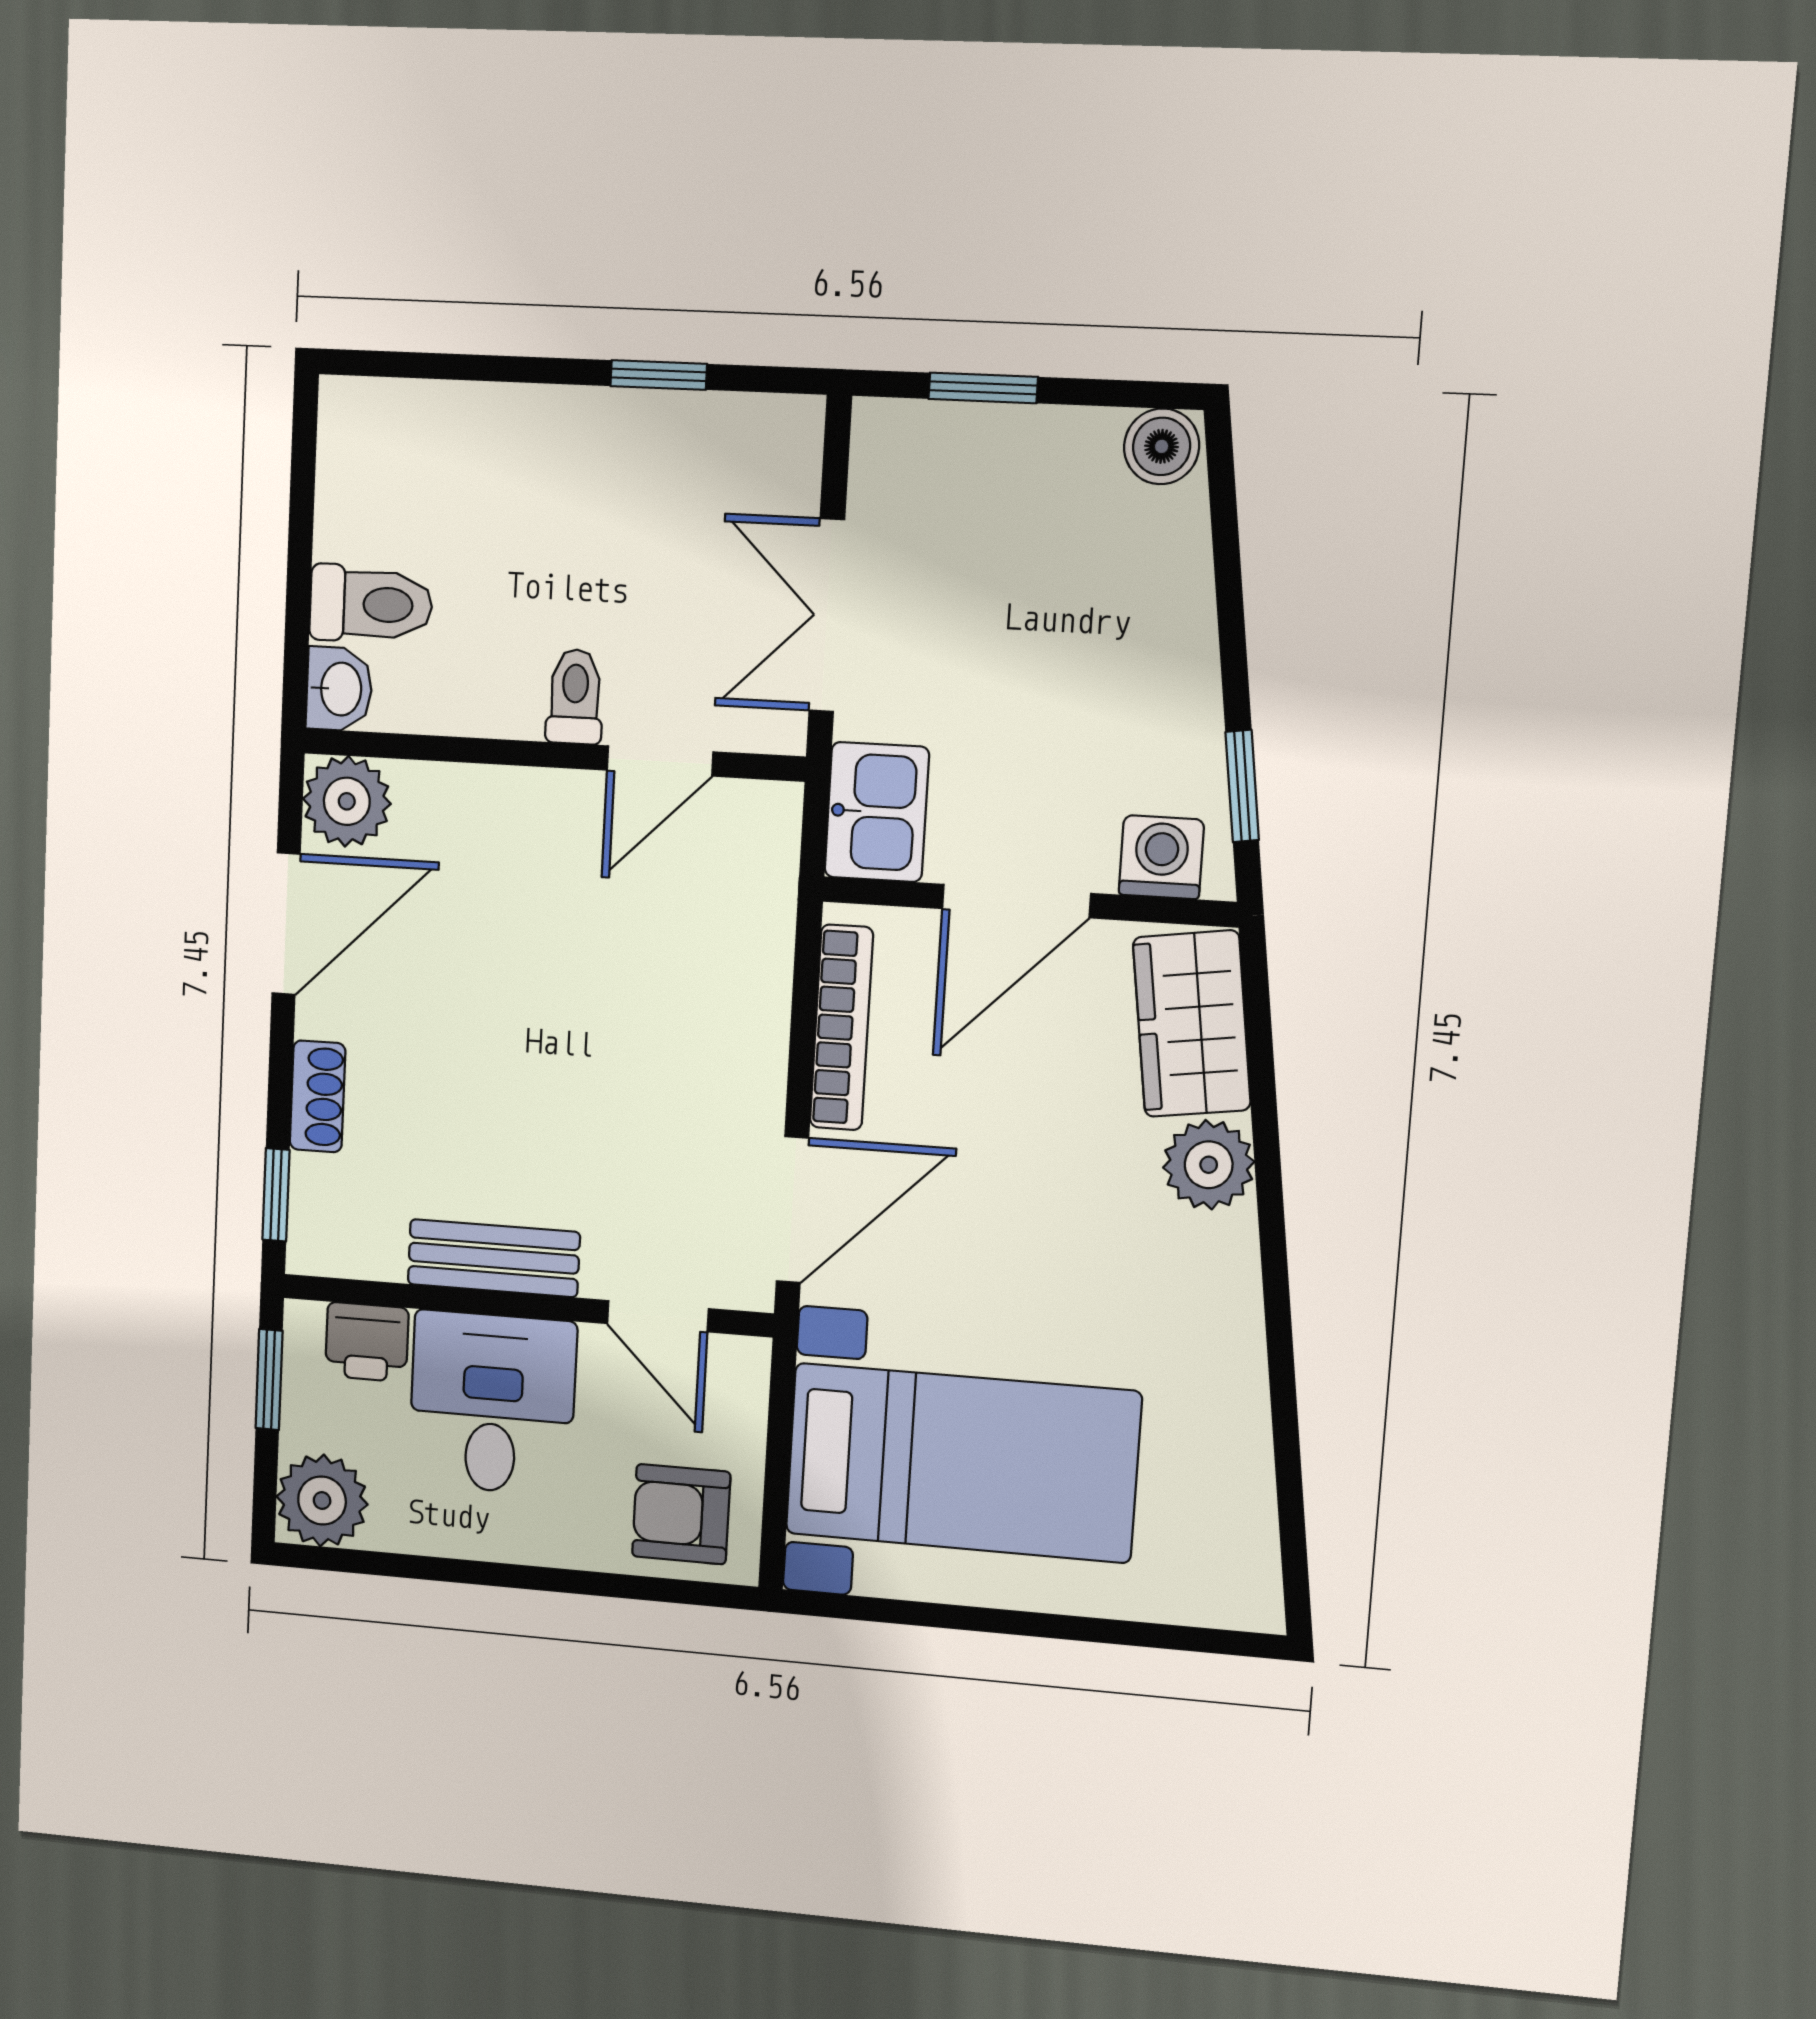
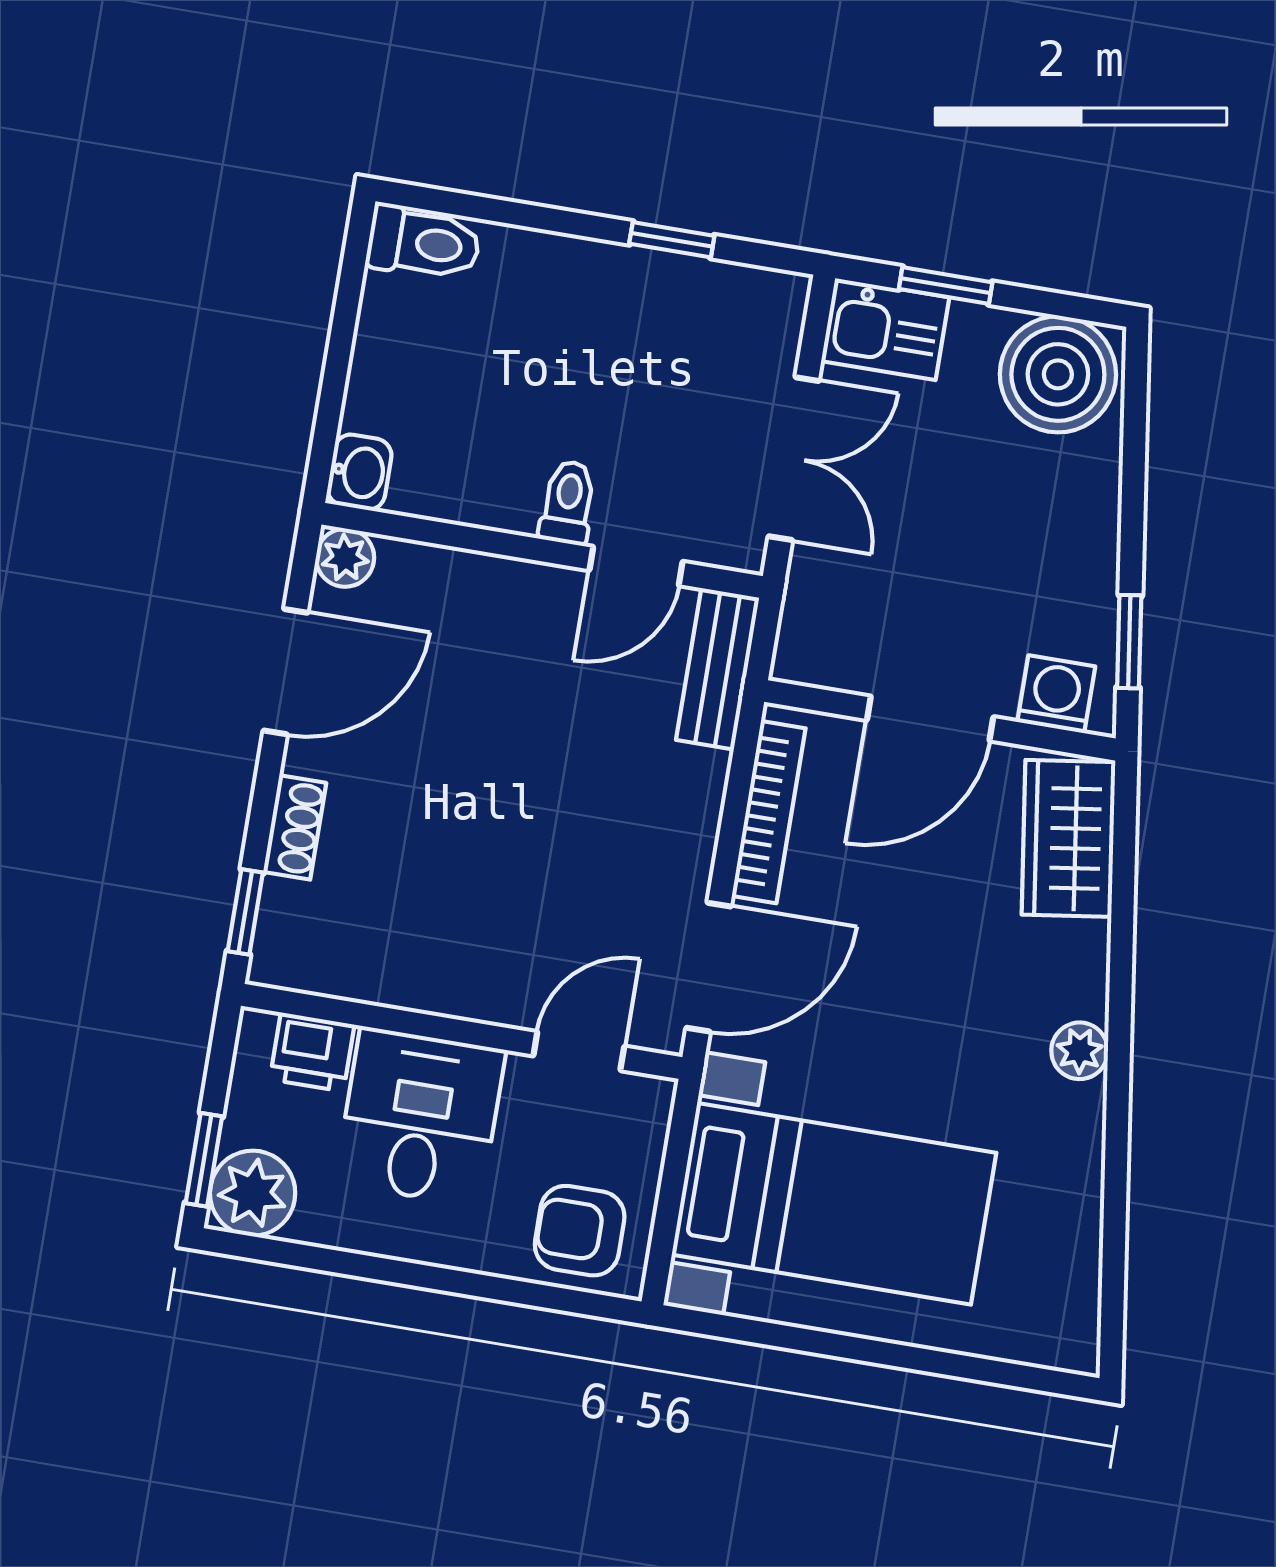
boiler: (1162, 446) -> (1058, 374), width x1.86, depth x1.86
toilet: (371, 604) -> (424, 243), moved
double door: (827, 615) -> (794, 459), swing flipped
plant: (347, 801) -> (345, 558), width x0.73, depth x0.73
kitchen sink: (877, 812) -> (885, 329), moved, turned 90
plant: (1209, 1165) -> (1080, 1051), moved, width x0.73, depth x0.73
bench: (494, 1258) -> (718, 669), moved, turned 90
door: (658, 1316) -> (579, 1051), swing flipped
window: (269, 1379) -> (204, 1160), moved

